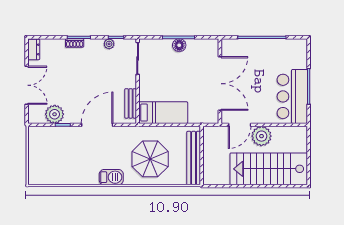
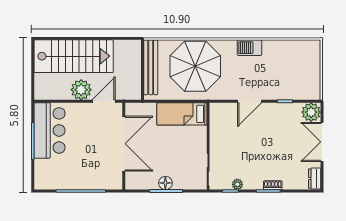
double door: (220, 84) -> (124, 144), swing flipped
bench: (131, 103) -> (215, 123), removed
plant: (55, 114) -> (311, 112), moved
door: (97, 125) -> (250, 101), width x0.73
parasol: (150, 159) -> (195, 66), width x1.36, depth x1.36
barbecue: (111, 177) -> (249, 48), moved

